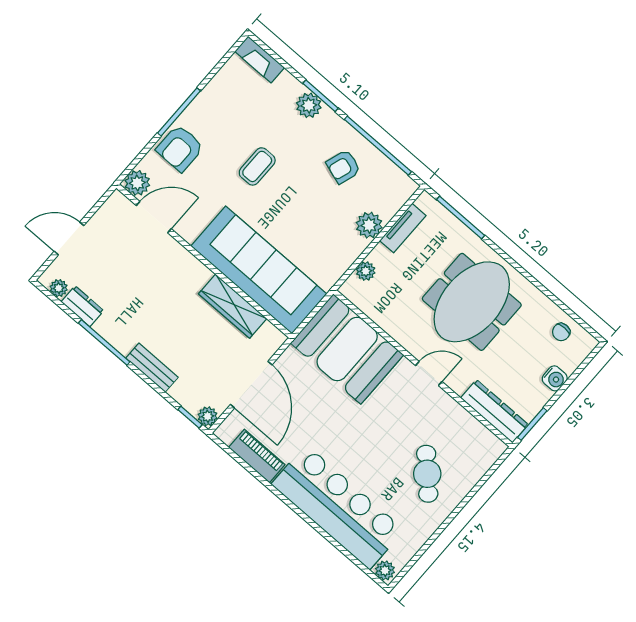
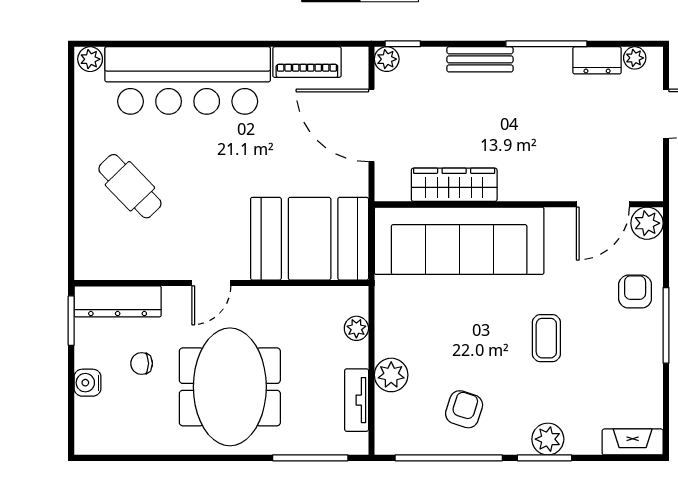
armchair: (180, 148) -> (635, 292), width x0.72, depth x0.72
chair: (561, 332) -> (142, 363), moved, turned -90

